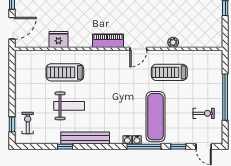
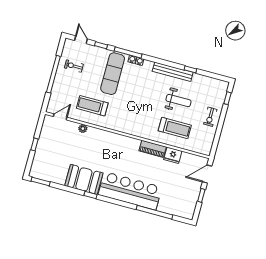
piano: (108, 41) -> (153, 149), moved
door: (138, 49) -> (60, 117), moved
treadmill: (169, 72) -> (92, 106), turned 180
weight bench: (69, 106) -> (178, 101), turned 180
exercise bike: (28, 123) -> (210, 117), moved

